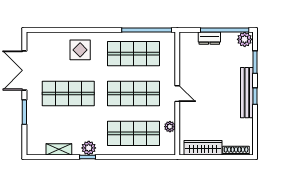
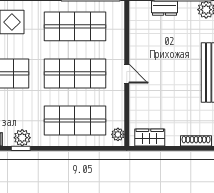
plant: (170, 127) -> (118, 134), moved
wardrobe: (203, 148) -> (150, 137), width x0.67

